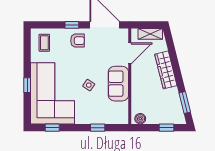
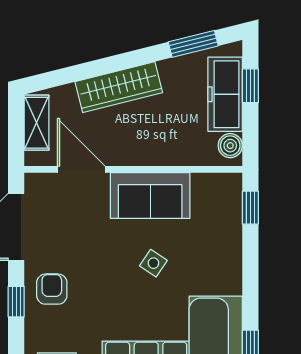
freezer: (163, 116) -> (225, 94), added
window: (98, 128) -> (250, 208), moved

